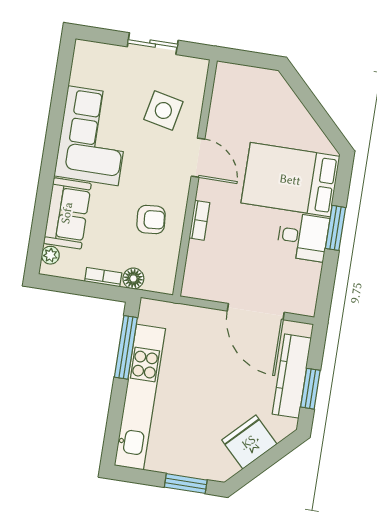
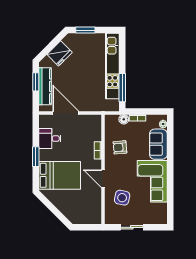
desk: (303, 237) -> (50, 139), moved

